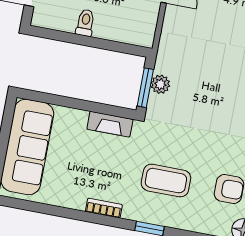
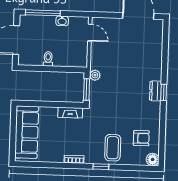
plant: (160, 84) -> (95, 75), moved
coffee table: (166, 181) -> (113, 148), moved, turned 90

